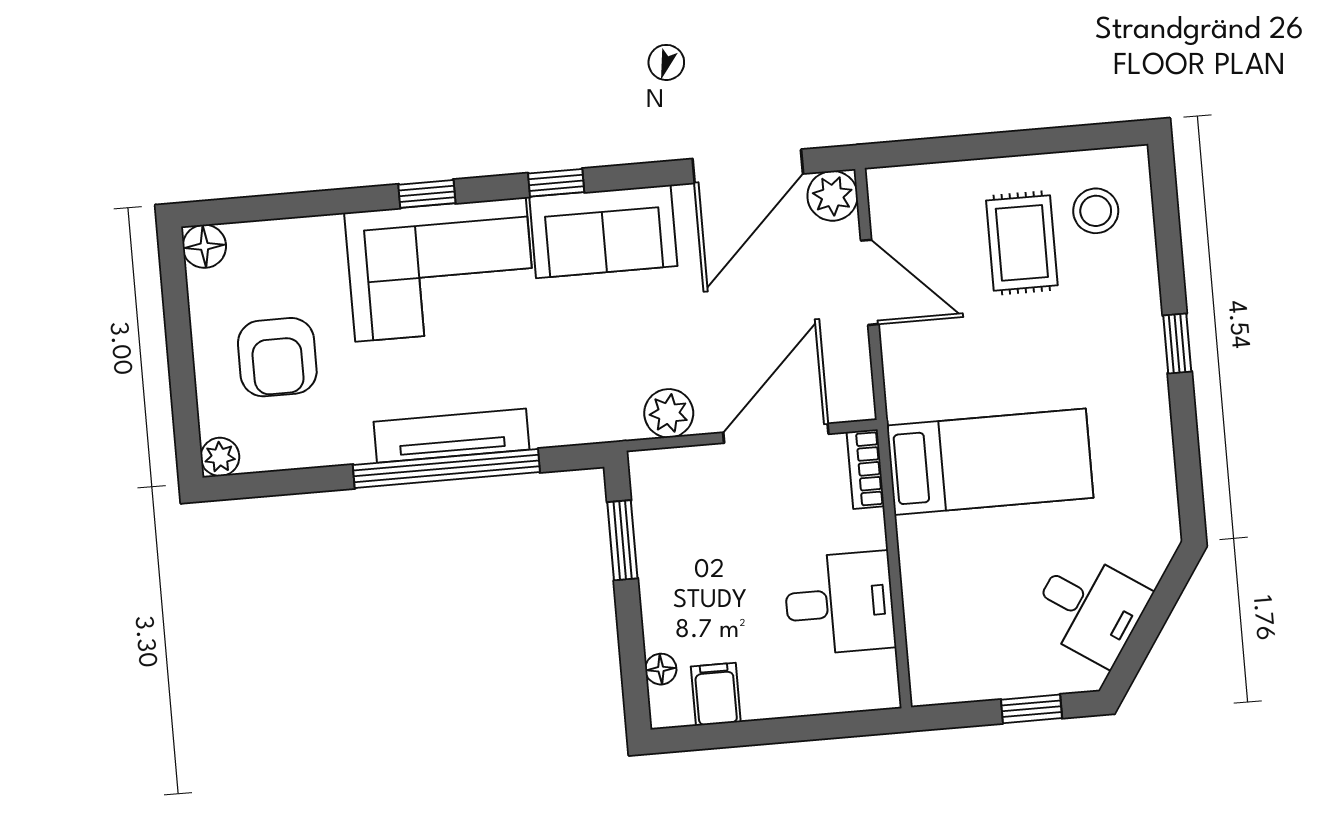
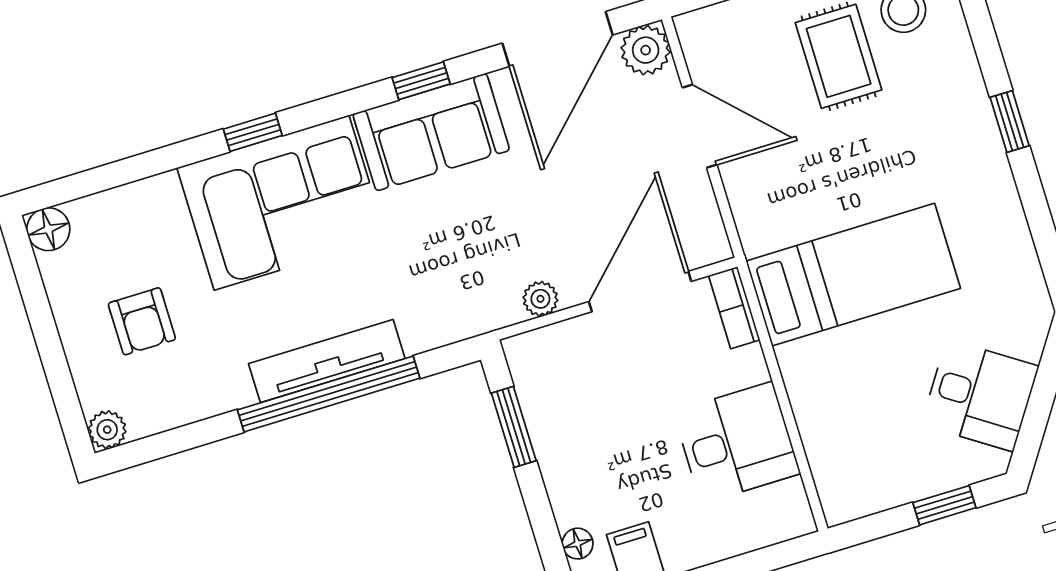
window: (556, 183) -> (421, 81), moved
armchair: (277, 357) -> (142, 321), width x0.72, depth x0.72
plant: (669, 413) -> (540, 299), width x0.73, depth x0.73

